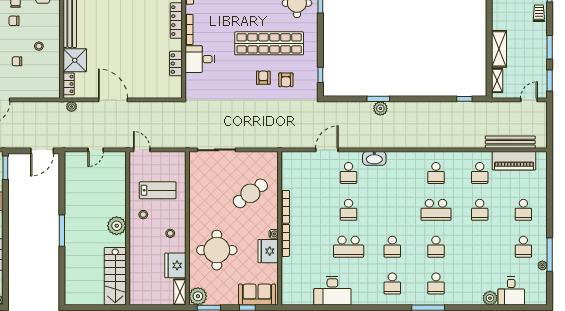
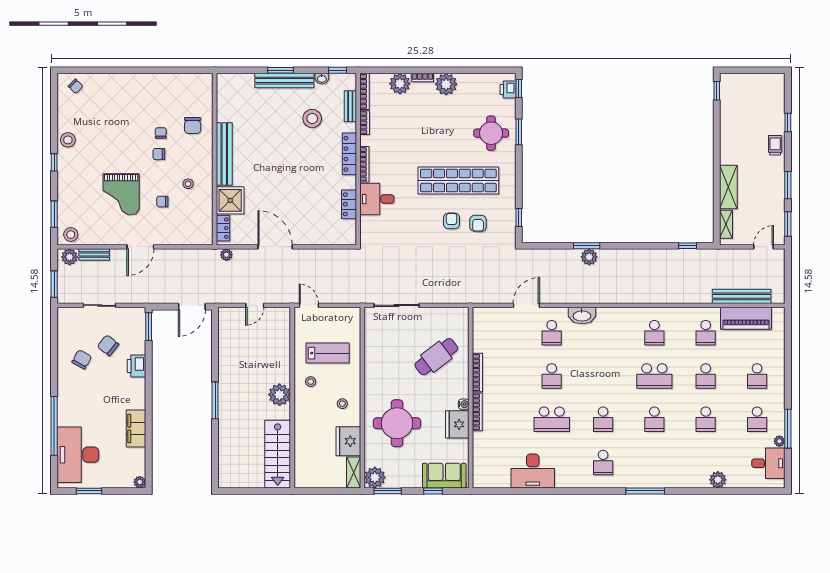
school desk: (436, 284) -> (706, 419), moved
desk: (511, 291) -> (768, 463), moved, turned -90

